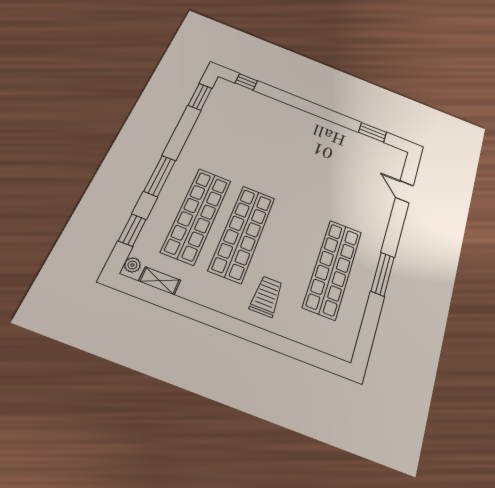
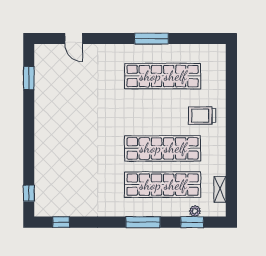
window: (200, 97) -> (61, 222), width x0.67
door: (404, 192) -> (74, 39), hinge flipped
plant: (132, 265) -> (195, 211), moved

